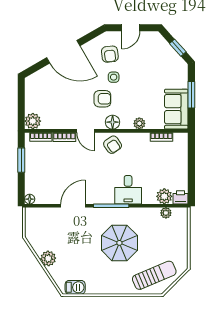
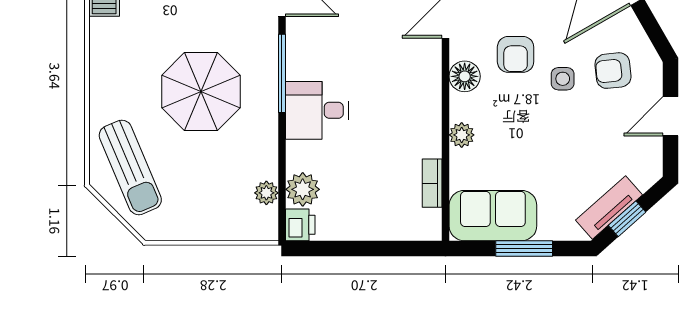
door: (131, 28) -> (671, 116), hinge flipped
tv unit: (173, 56) -> (609, 208), added
armchair: (113, 145) -> (415, 76), removed

